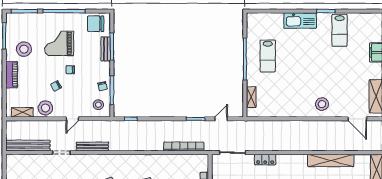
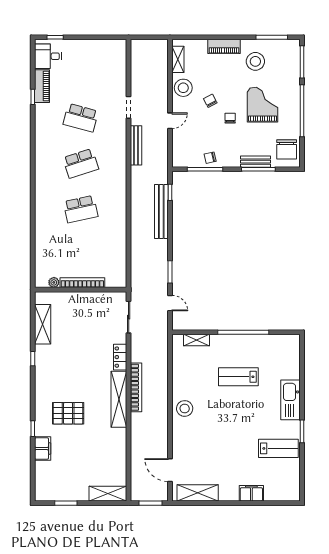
chair: (96, 24) -> (287, 149), turned 180
lab bench: (340, 30) -> (278, 448), turned 180
lab bench: (268, 56) -> (238, 377), moved
stool: (322, 104) -> (185, 408), moved
stool: (98, 105) -> (187, 153), removed
door: (72, 119) -> (170, 121), swing flipped
door: (357, 119) -> (170, 470), hinge flipped
bench: (28, 146) -> (161, 211), moved
bookcase: (184, 146) -> (136, 387), moved
shelving: (331, 160) -> (119, 399), moved

